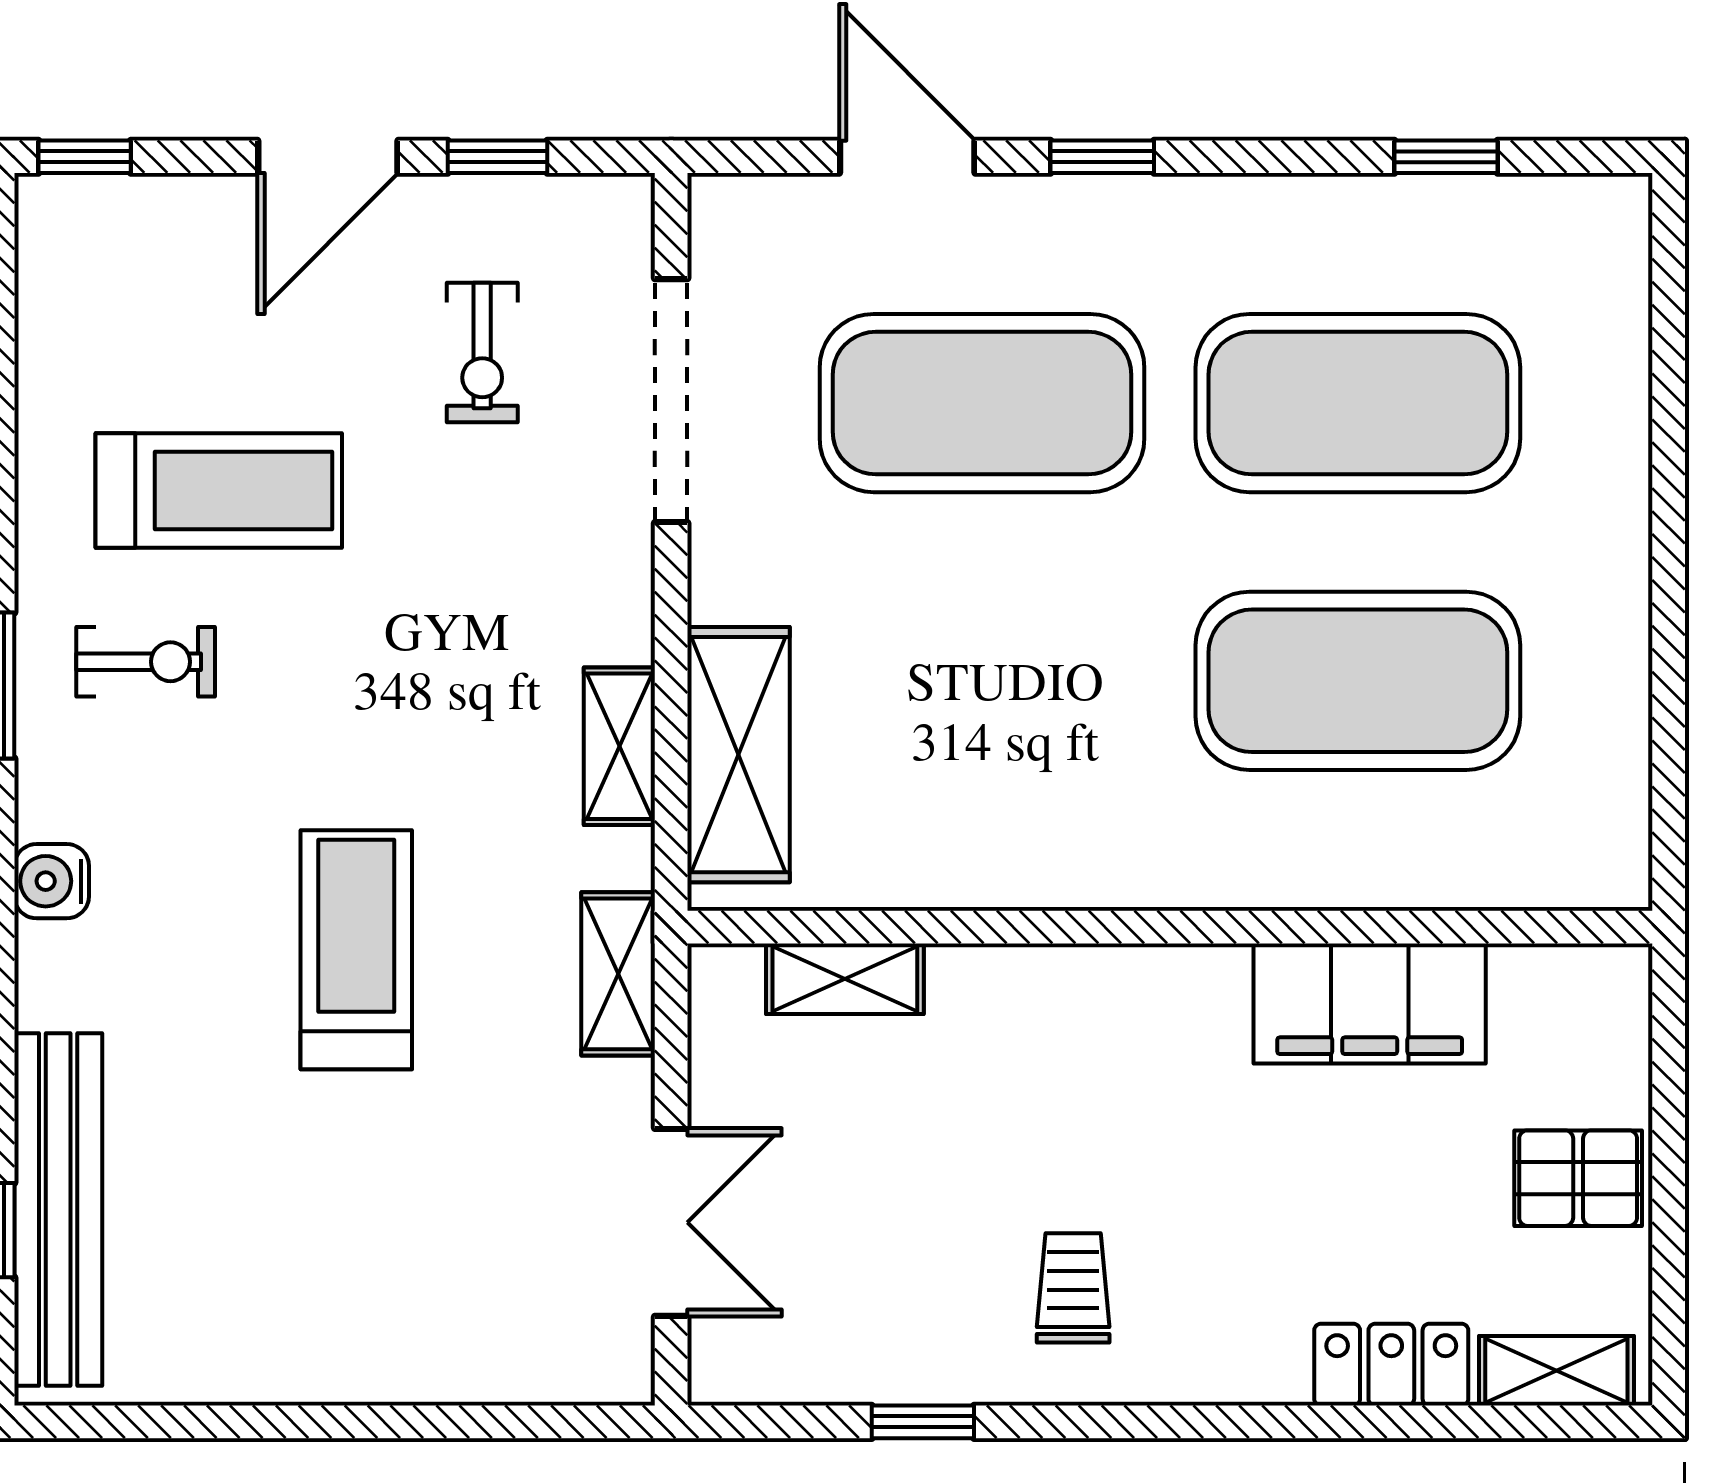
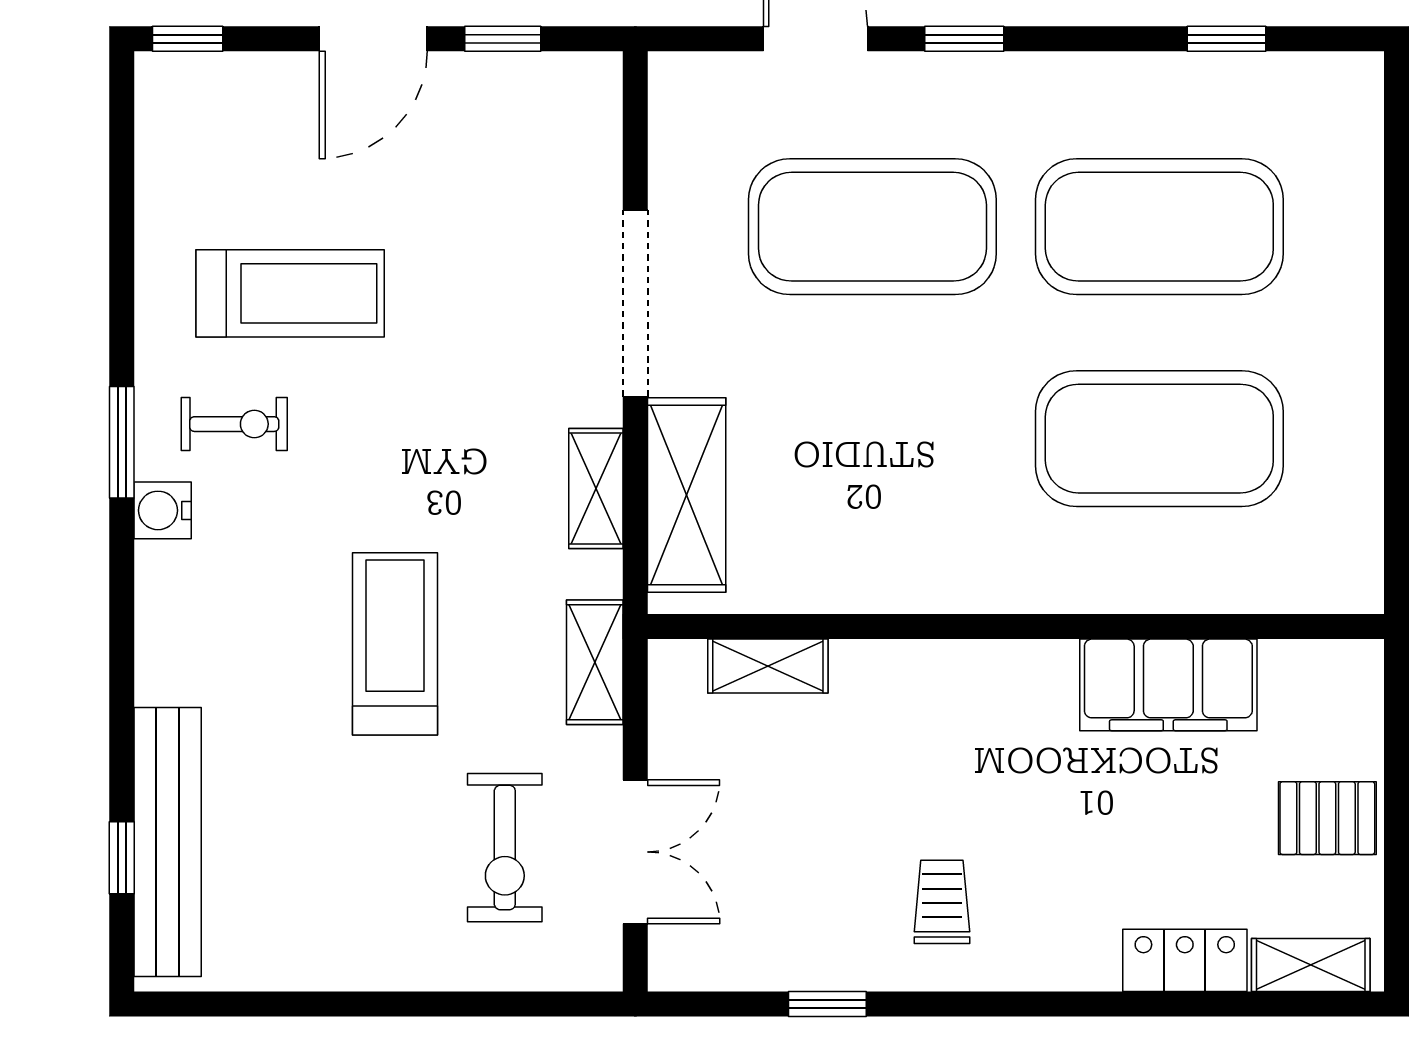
exercise bike: (482, 353) -> (505, 848), moved, width x1.38, depth x1.39
doorway: (671, 401) -> (635, 303), moved
water cooler: (52, 881) -> (163, 510), moved

